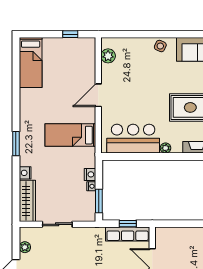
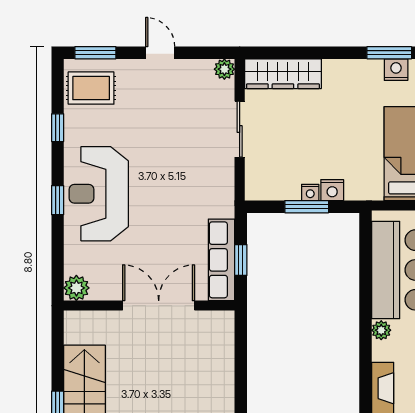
nightstand: (25, 173) -> (396, 70), moved
window: (99, 201) -> (307, 207), moved
plant: (25, 247) -> (224, 69), moved

